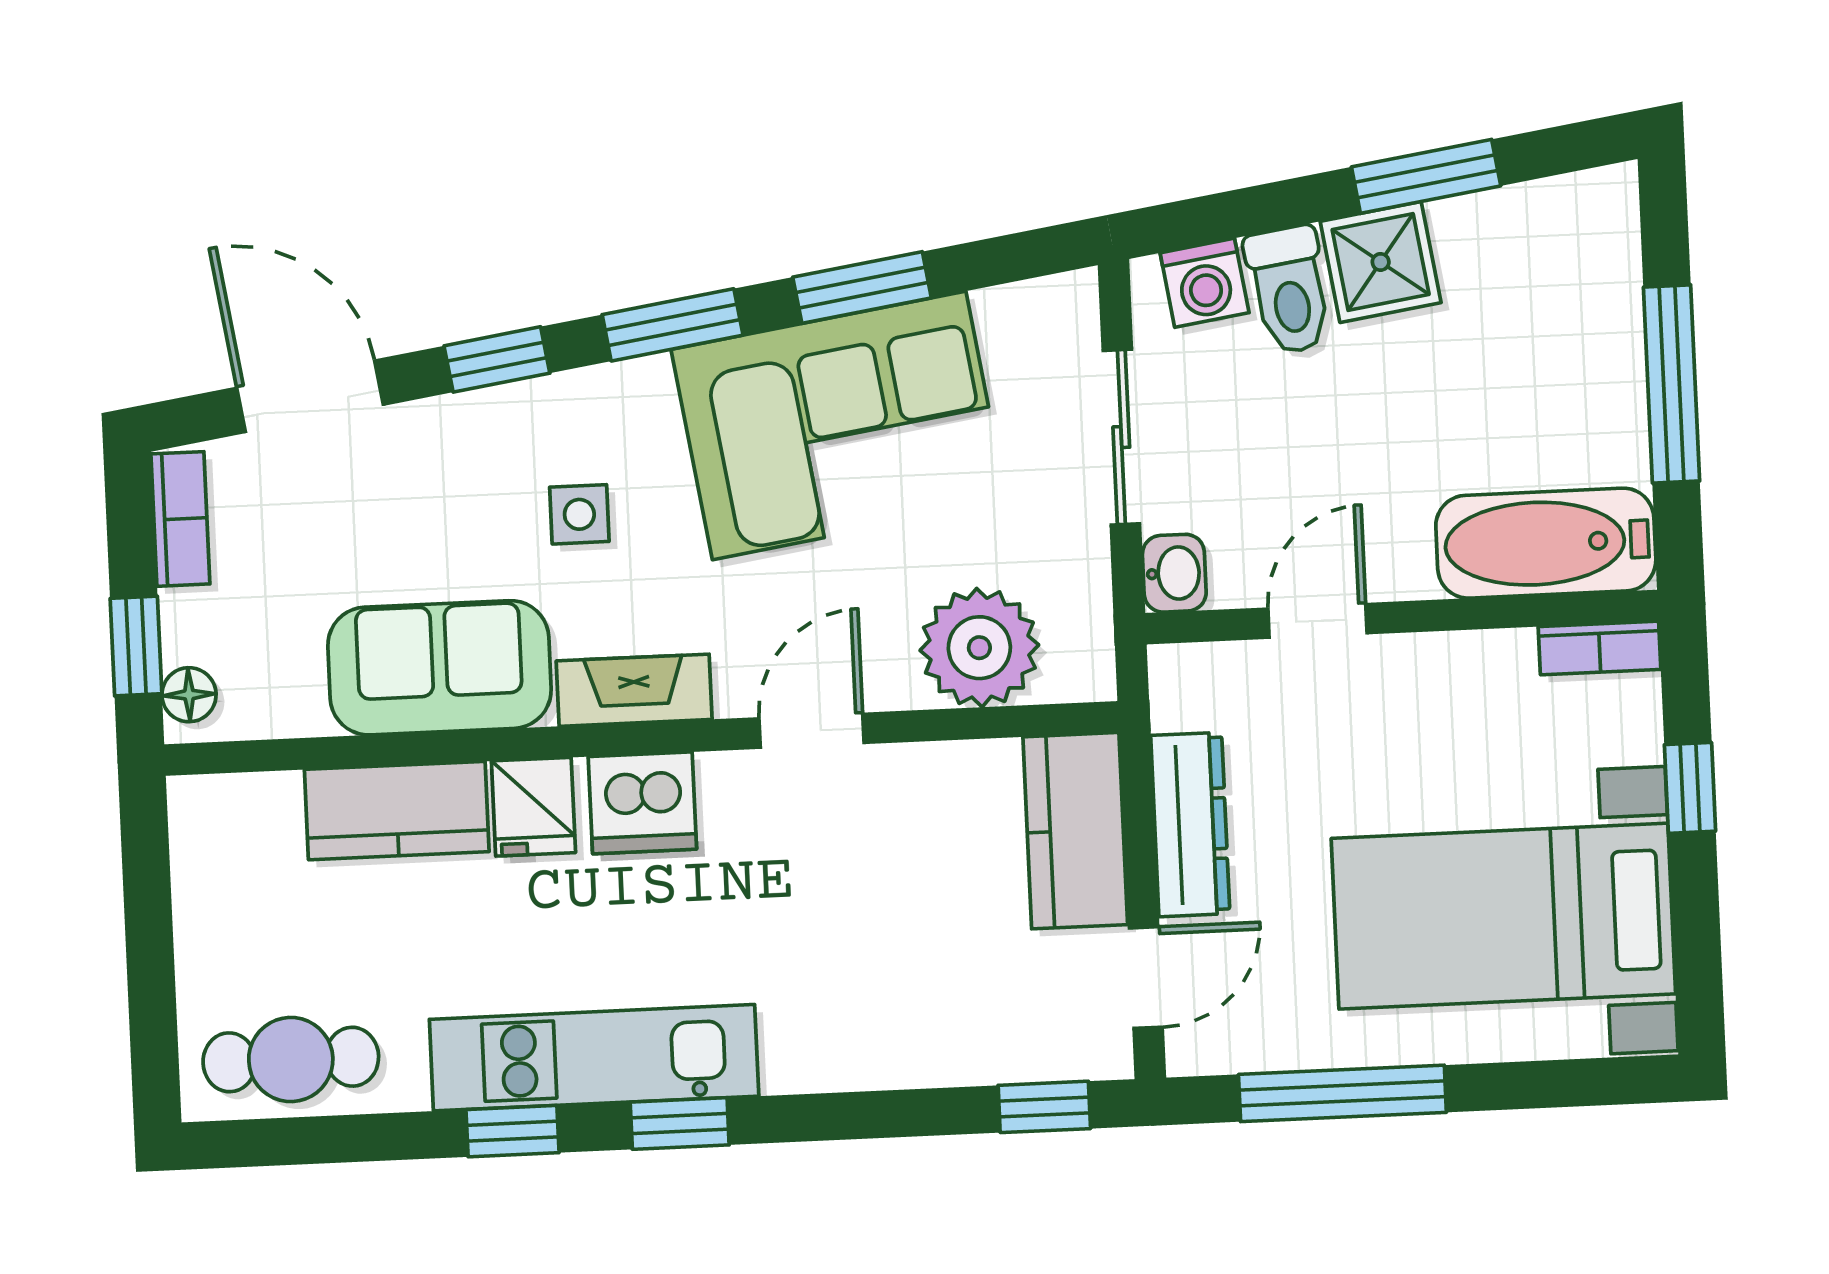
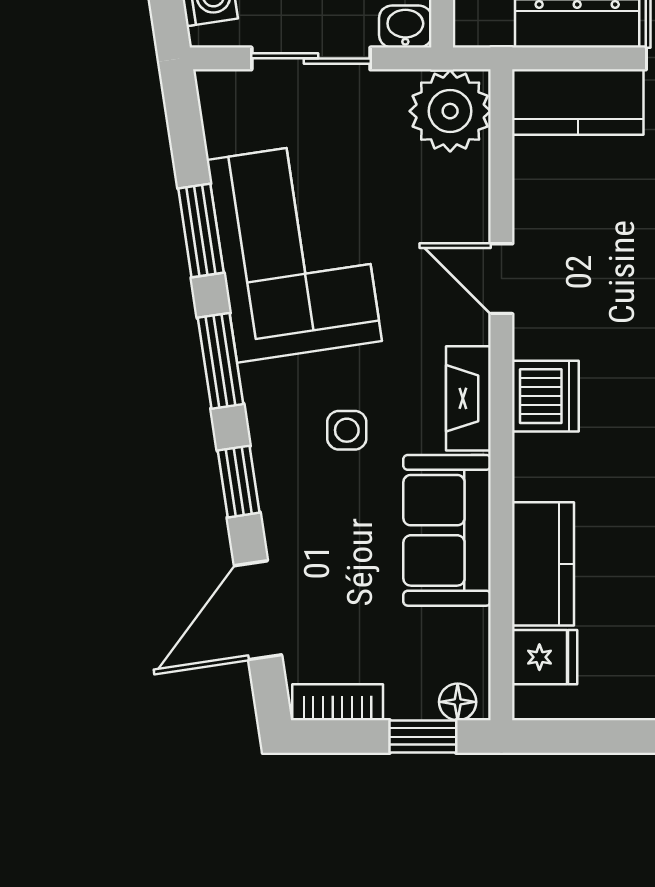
plant: (979, 648) -> (450, 111), moved
fridge: (533, 807) -> (545, 657), moved

